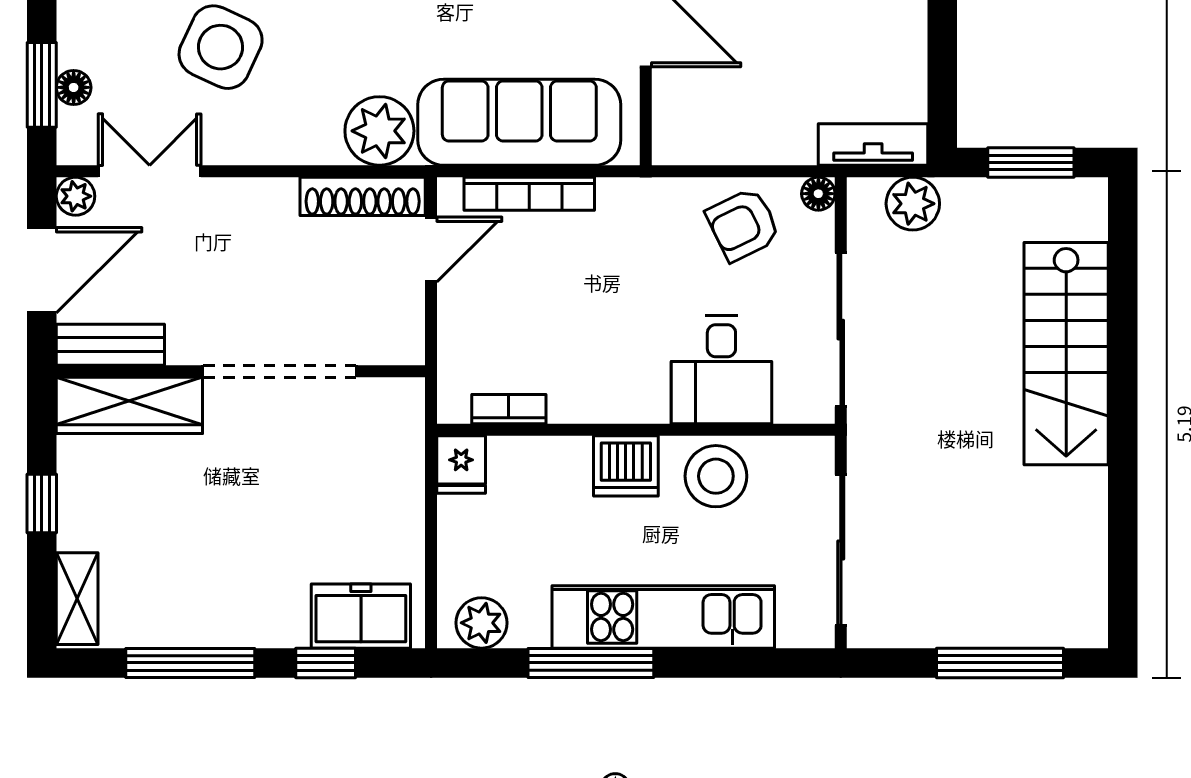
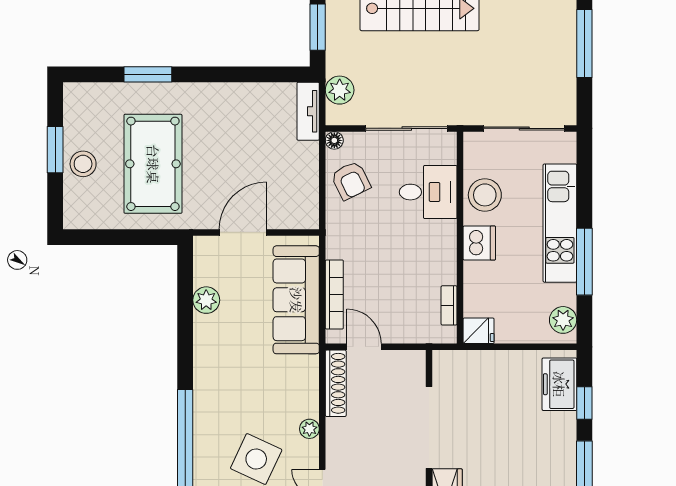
plant: (379, 131) -> (309, 429), moved, width x0.53, depth x0.53

